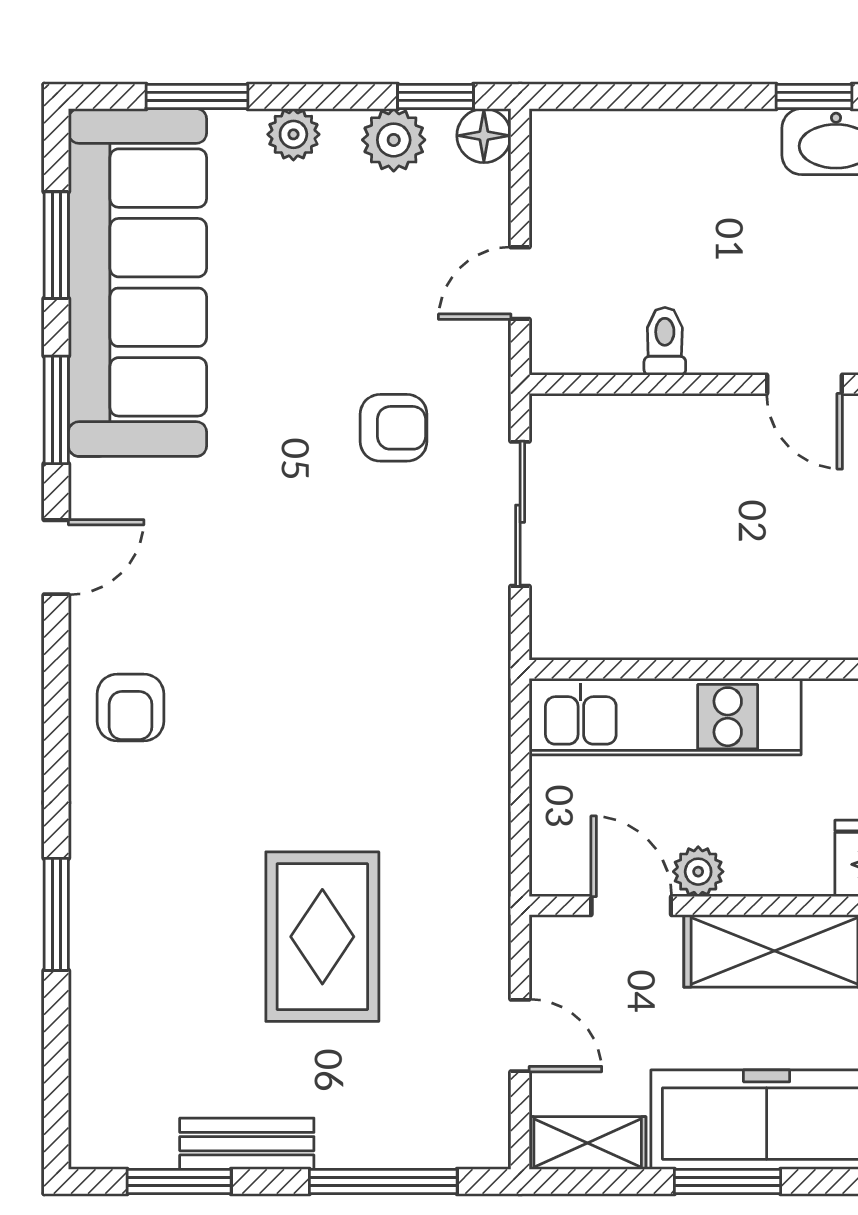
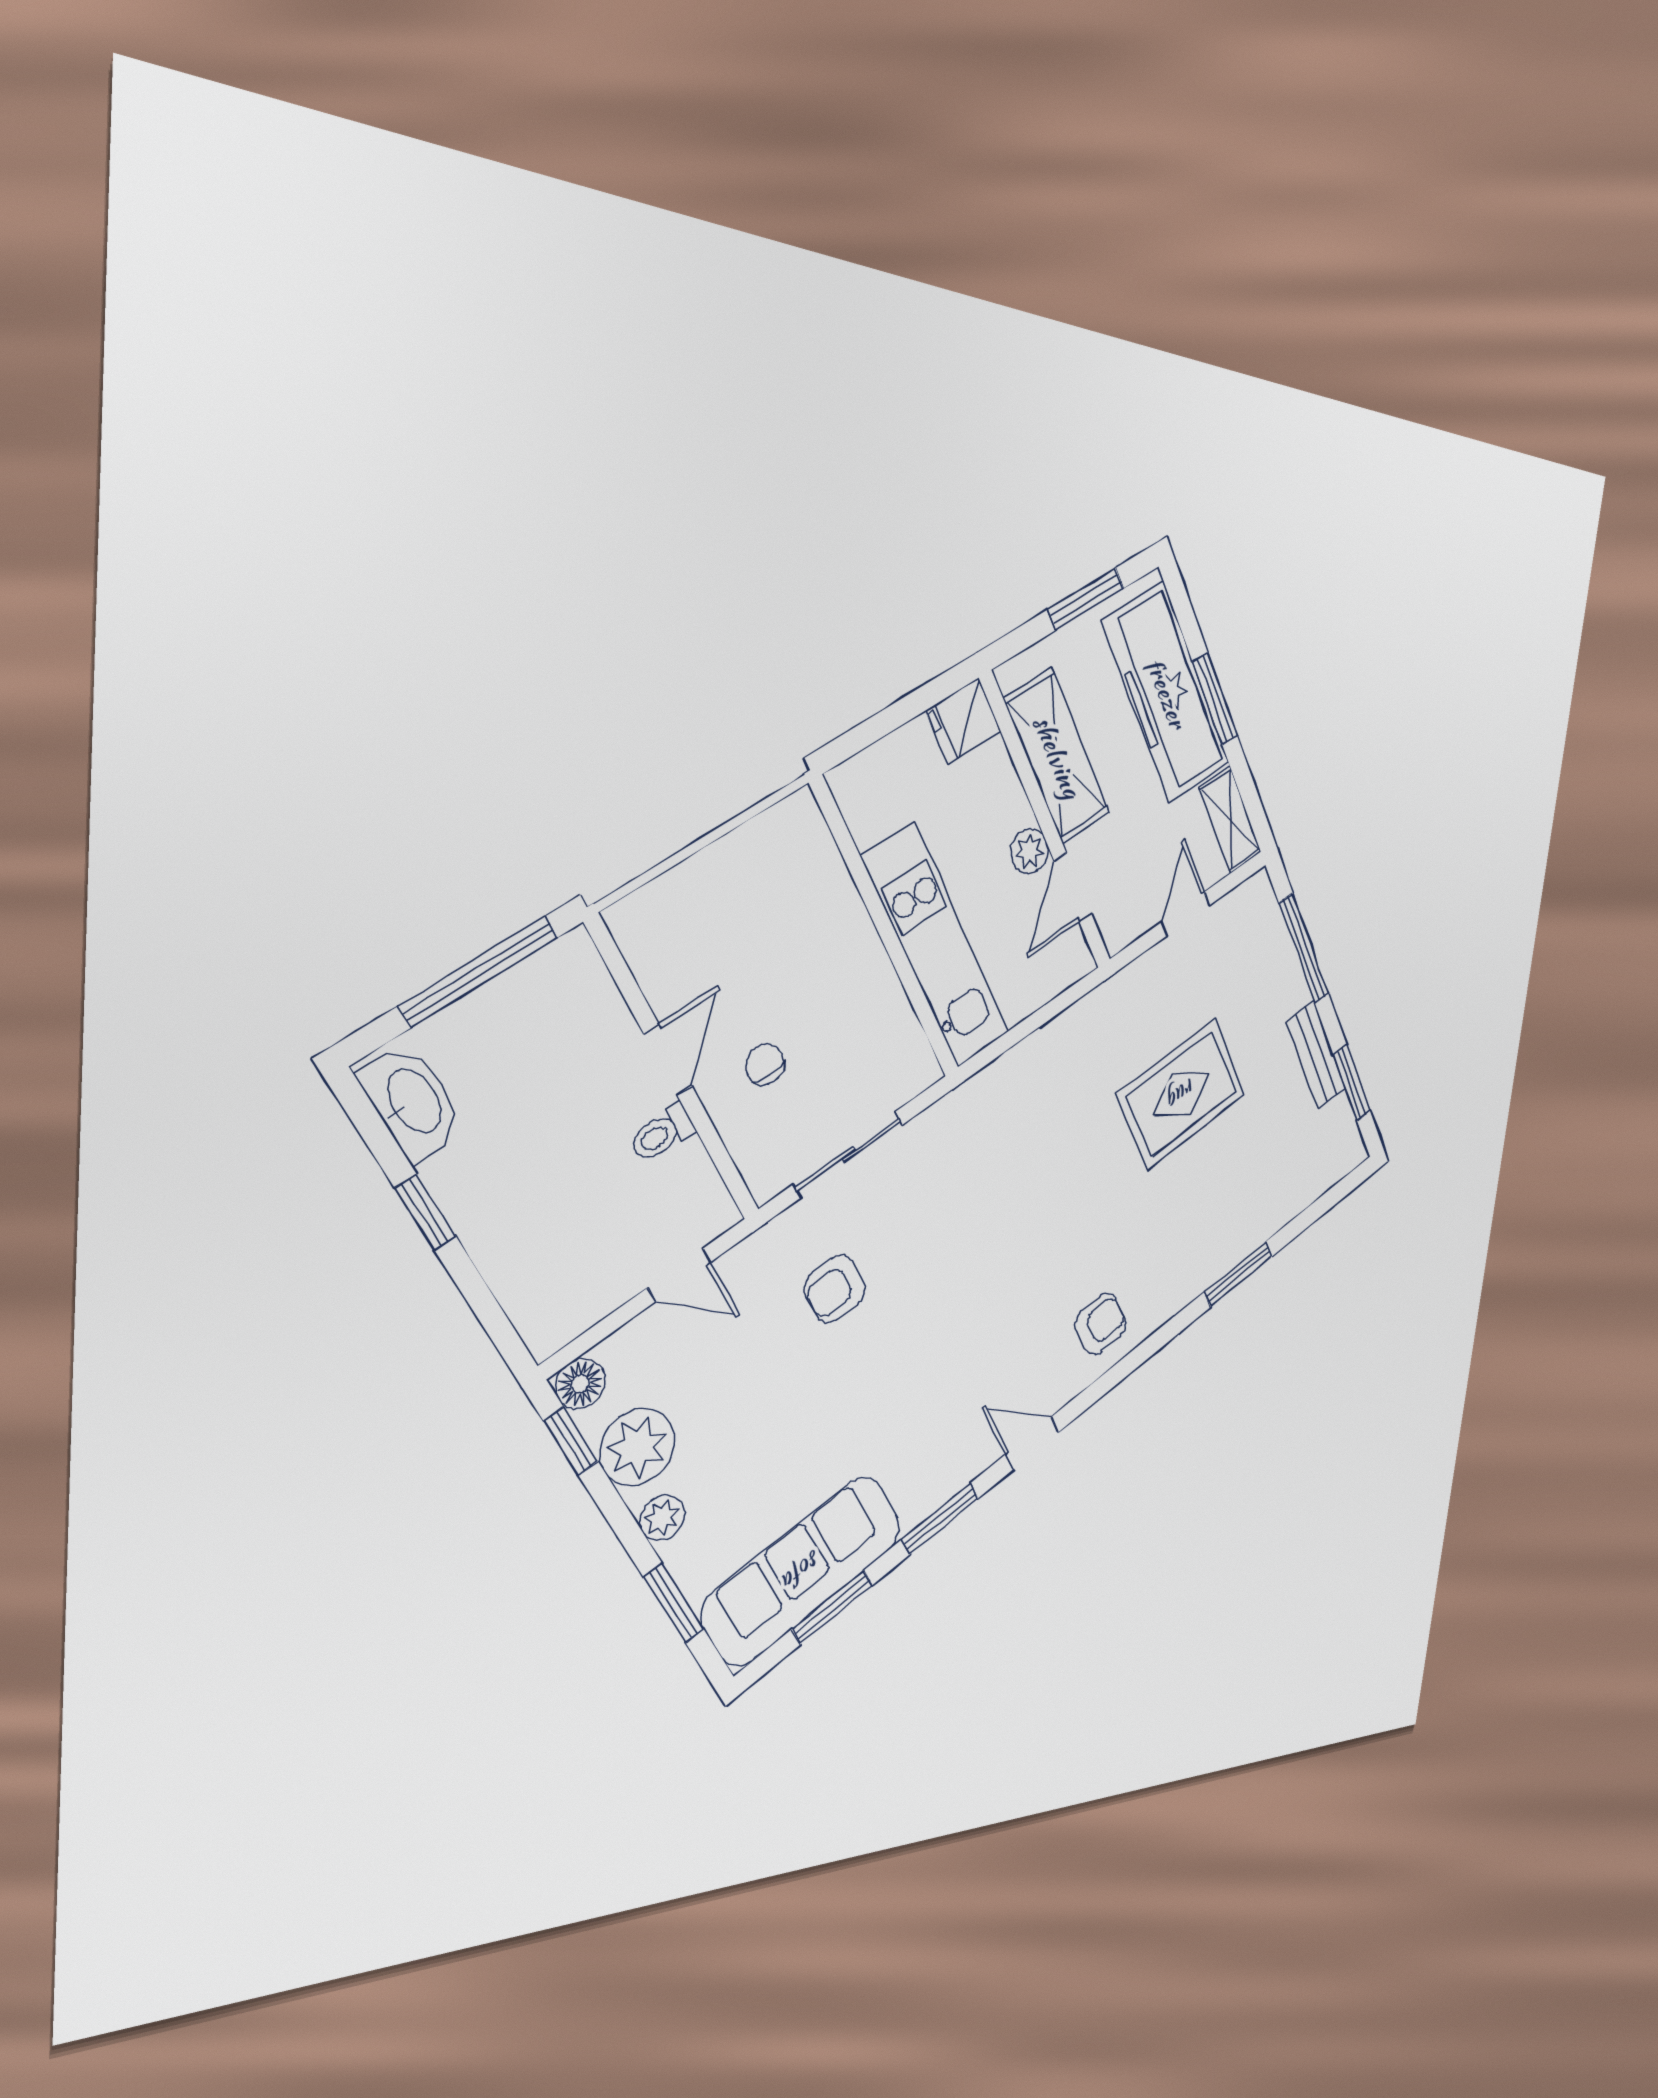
window: (814, 96) -> (426, 1212), moved
plant: (394, 140) -> (637, 1447), width x1.36, depth x1.36
sofa: (138, 282) -> (802, 1571), width x0.74, depth x0.79
door: (805, 384) -> (668, 1060), moved
armchair: (394, 428) -> (835, 1289), turned -90
chair: (664, 475) -> (765, 1064), added

